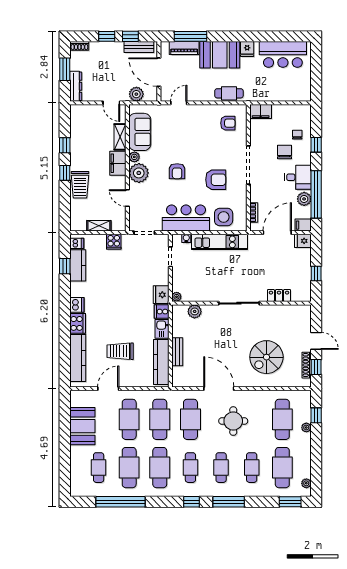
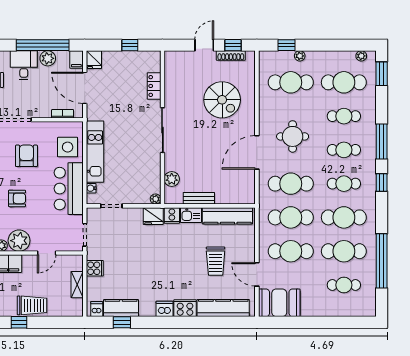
bench: (177, 352) -> (199, 198), moved
booth: (82, 426) -> (279, 303), moved

